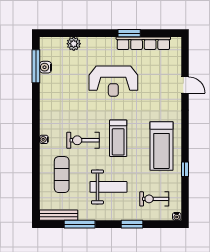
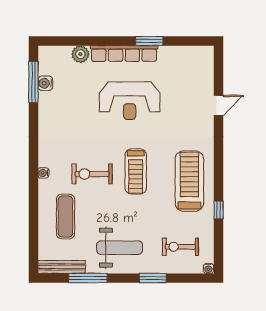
row of seats: (143, 43) -> (124, 53), moved
door: (185, 85) -> (219, 105), hinge flipped
treadmill: (162, 146) -> (189, 181), turned 180
weight bench: (108, 187) -> (120, 248), moved

